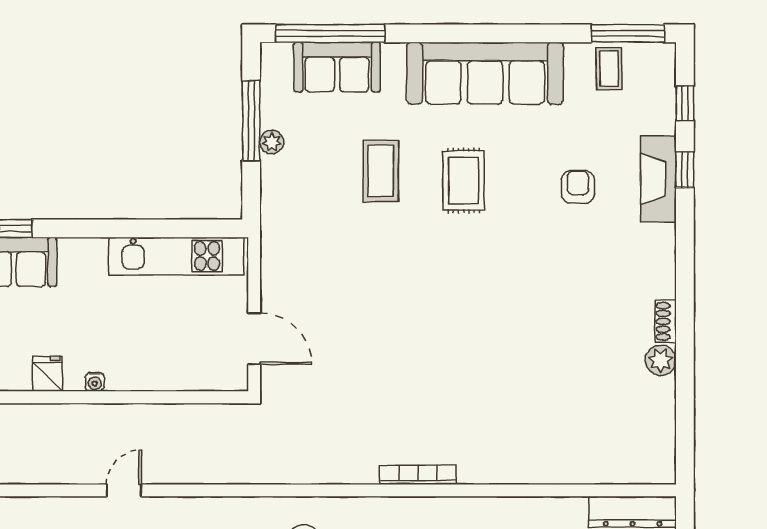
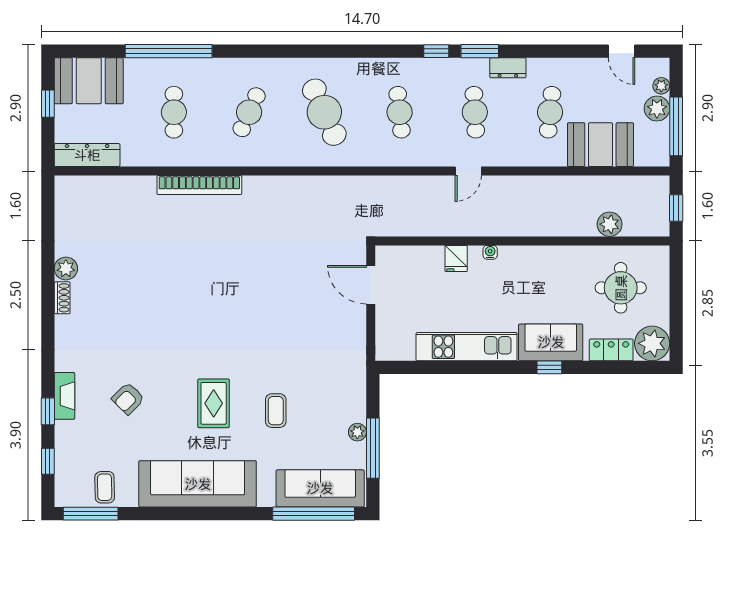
sofa: (337, 67) -> (320, 488), width x1.36
coffee table: (381, 171) -> (276, 411), width x0.73, depth x0.77
fireplace: (658, 179) -> (64, 396), width x0.73, depth x0.76
armchair: (578, 187) -> (128, 399), turned 45
kitchen unit: (176, 256) -> (467, 347), moved
fridge: (47, 374) -> (456, 258), moved
bookcase: (418, 475) -> (199, 185), moved, width x1.48, depth x1.31

